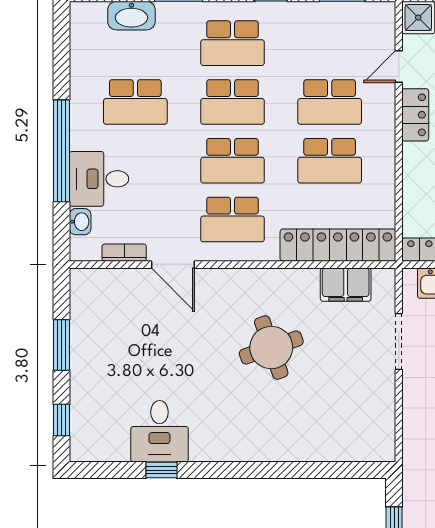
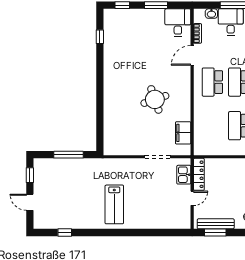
locker: (338, 245) -> (201, 129), removed
desk: (159, 431) -> (178, 23), moved, turned 90
window: (161, 470) -> (100, 37), moved

